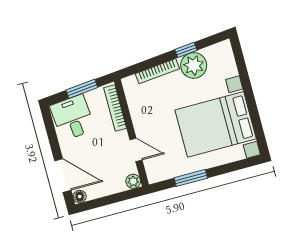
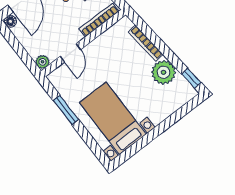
window: (186, 50) -> (191, 78), moved
bed with nightstands: (216, 124) -> (113, 118), width x0.73

